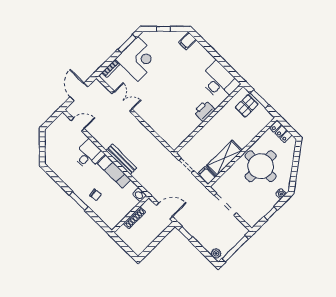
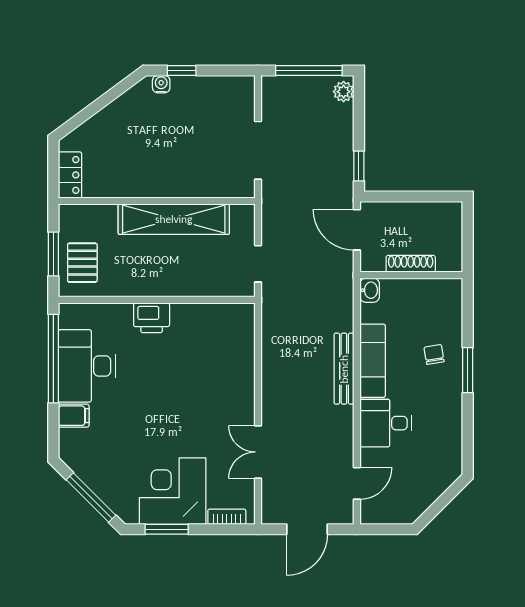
window: (163, 29) -> (91, 498), width x2.17
filing cabinet: (187, 41) -> (74, 416), moved
window: (224, 63) -> (53, 359), added
desk: (219, 81) -> (87, 366), moved
pallet: (247, 106) -> (82, 263), turned 90
door: (78, 125) -> (357, 483), swing flipped
shelving: (224, 158) -> (174, 219), width x1.47
round table: (261, 166) -> (150, 154), removed
filing cabinet: (207, 175) -> (243, 220), removed
window: (270, 213) -> (182, 70), moved

